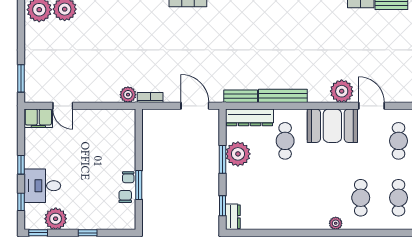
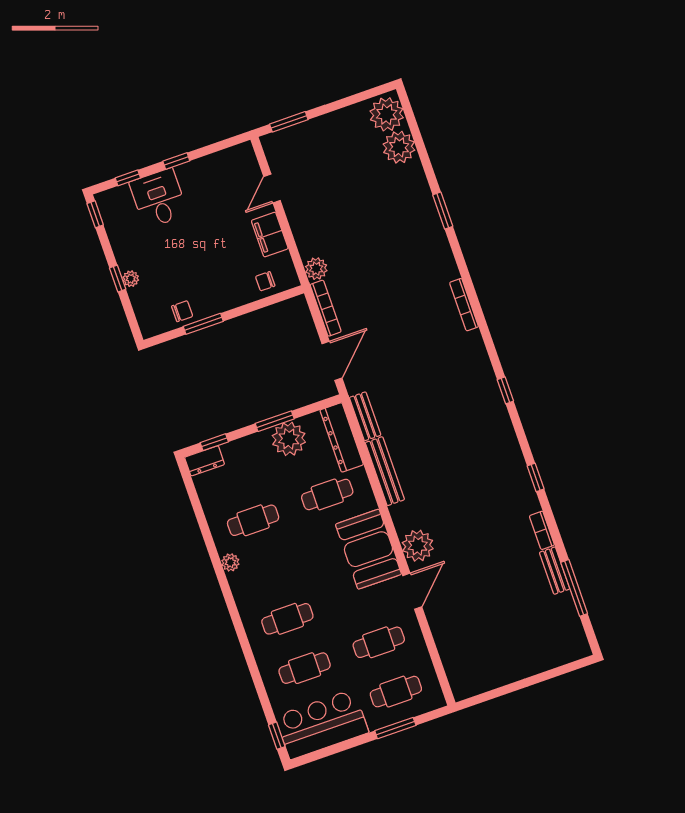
bookcase: (150, 98) -> (326, 308), width x1.56
filing cabinet: (38, 118) -> (270, 235), moved
chair: (128, 177) -> (265, 281), moved
cafe table: (285, 198) -> (253, 520), added
plant: (56, 219) -> (131, 279), moved, width x0.53, depth x0.53
plant: (336, 223) -> (230, 562), moved

